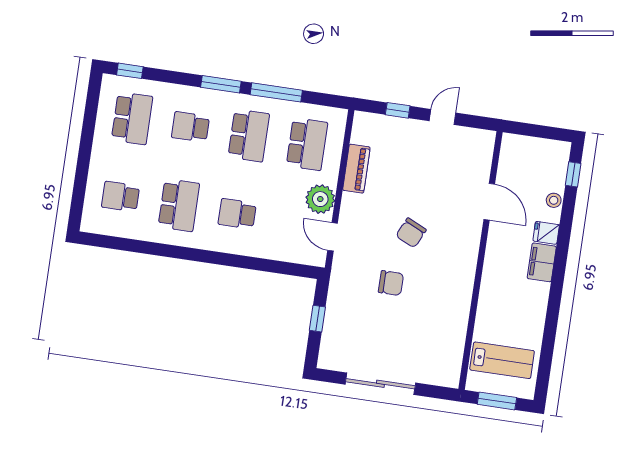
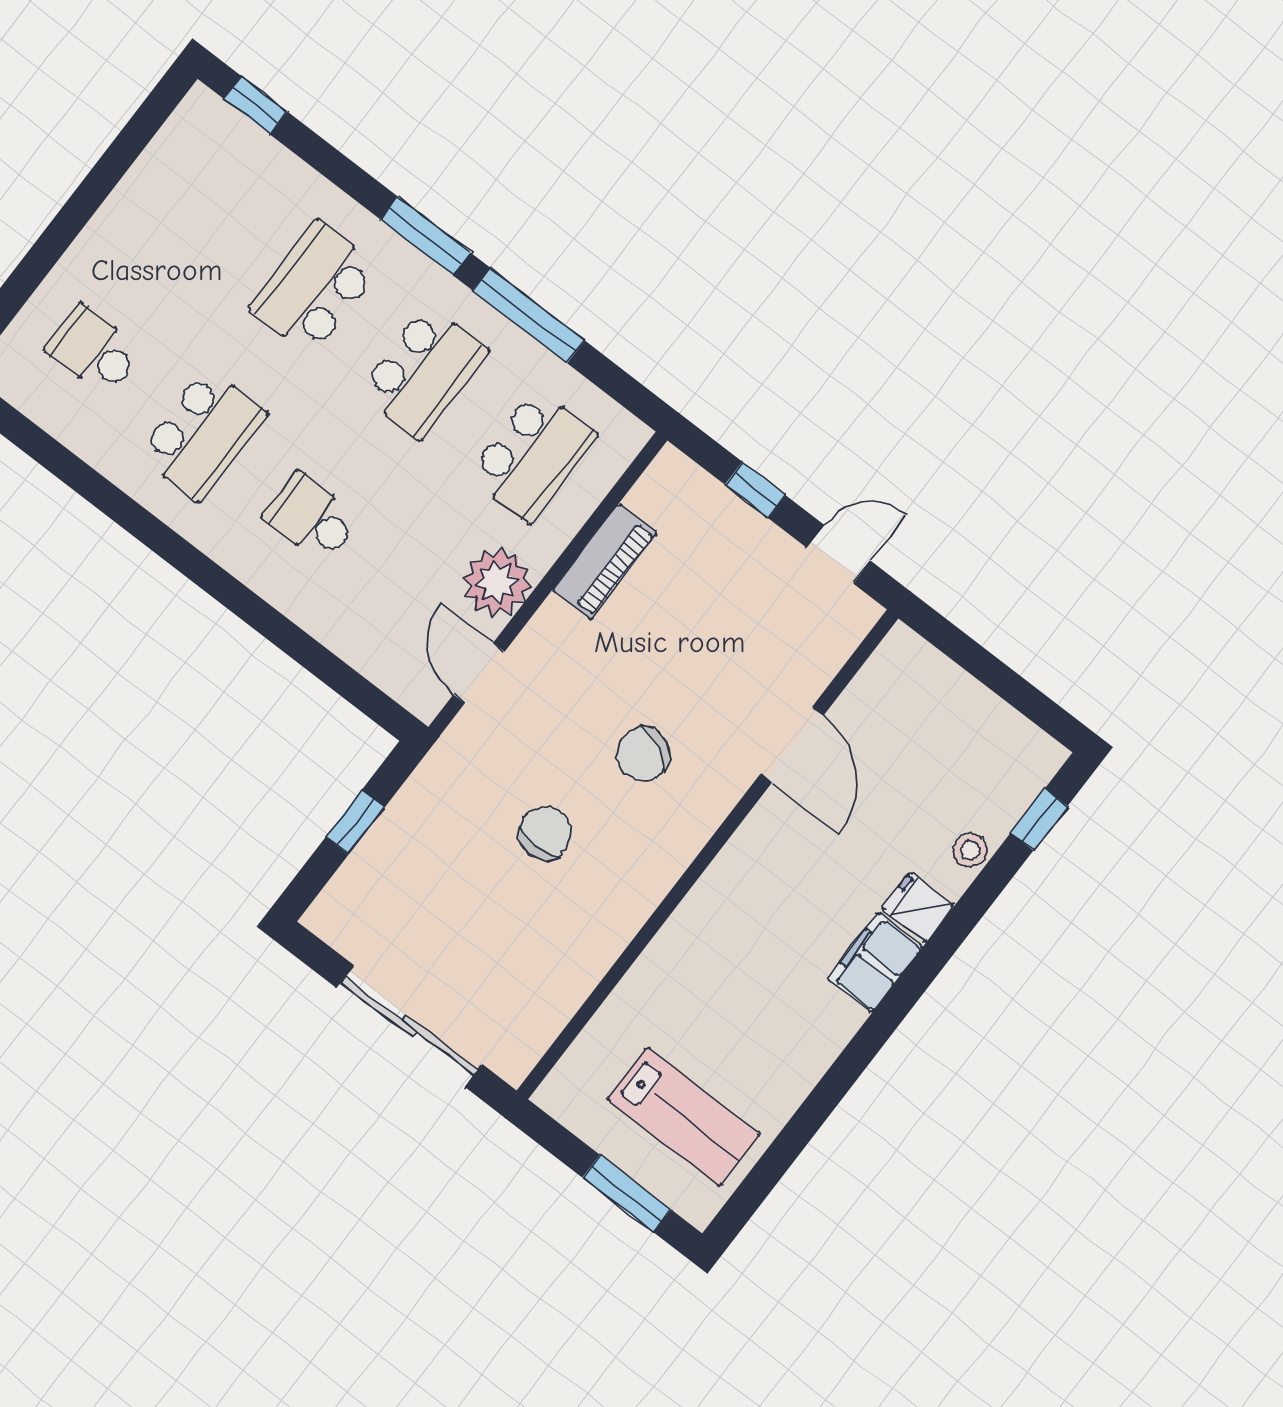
school desk: (132, 118) -> (206, 204), removed
school desk: (190, 127) -> (315, 288), width x1.85
door: (489, 202) -> (792, 745), moved
wall: (481, 261) -> (707, 854), moved
chair: (391, 283) -> (545, 833), turned -90

